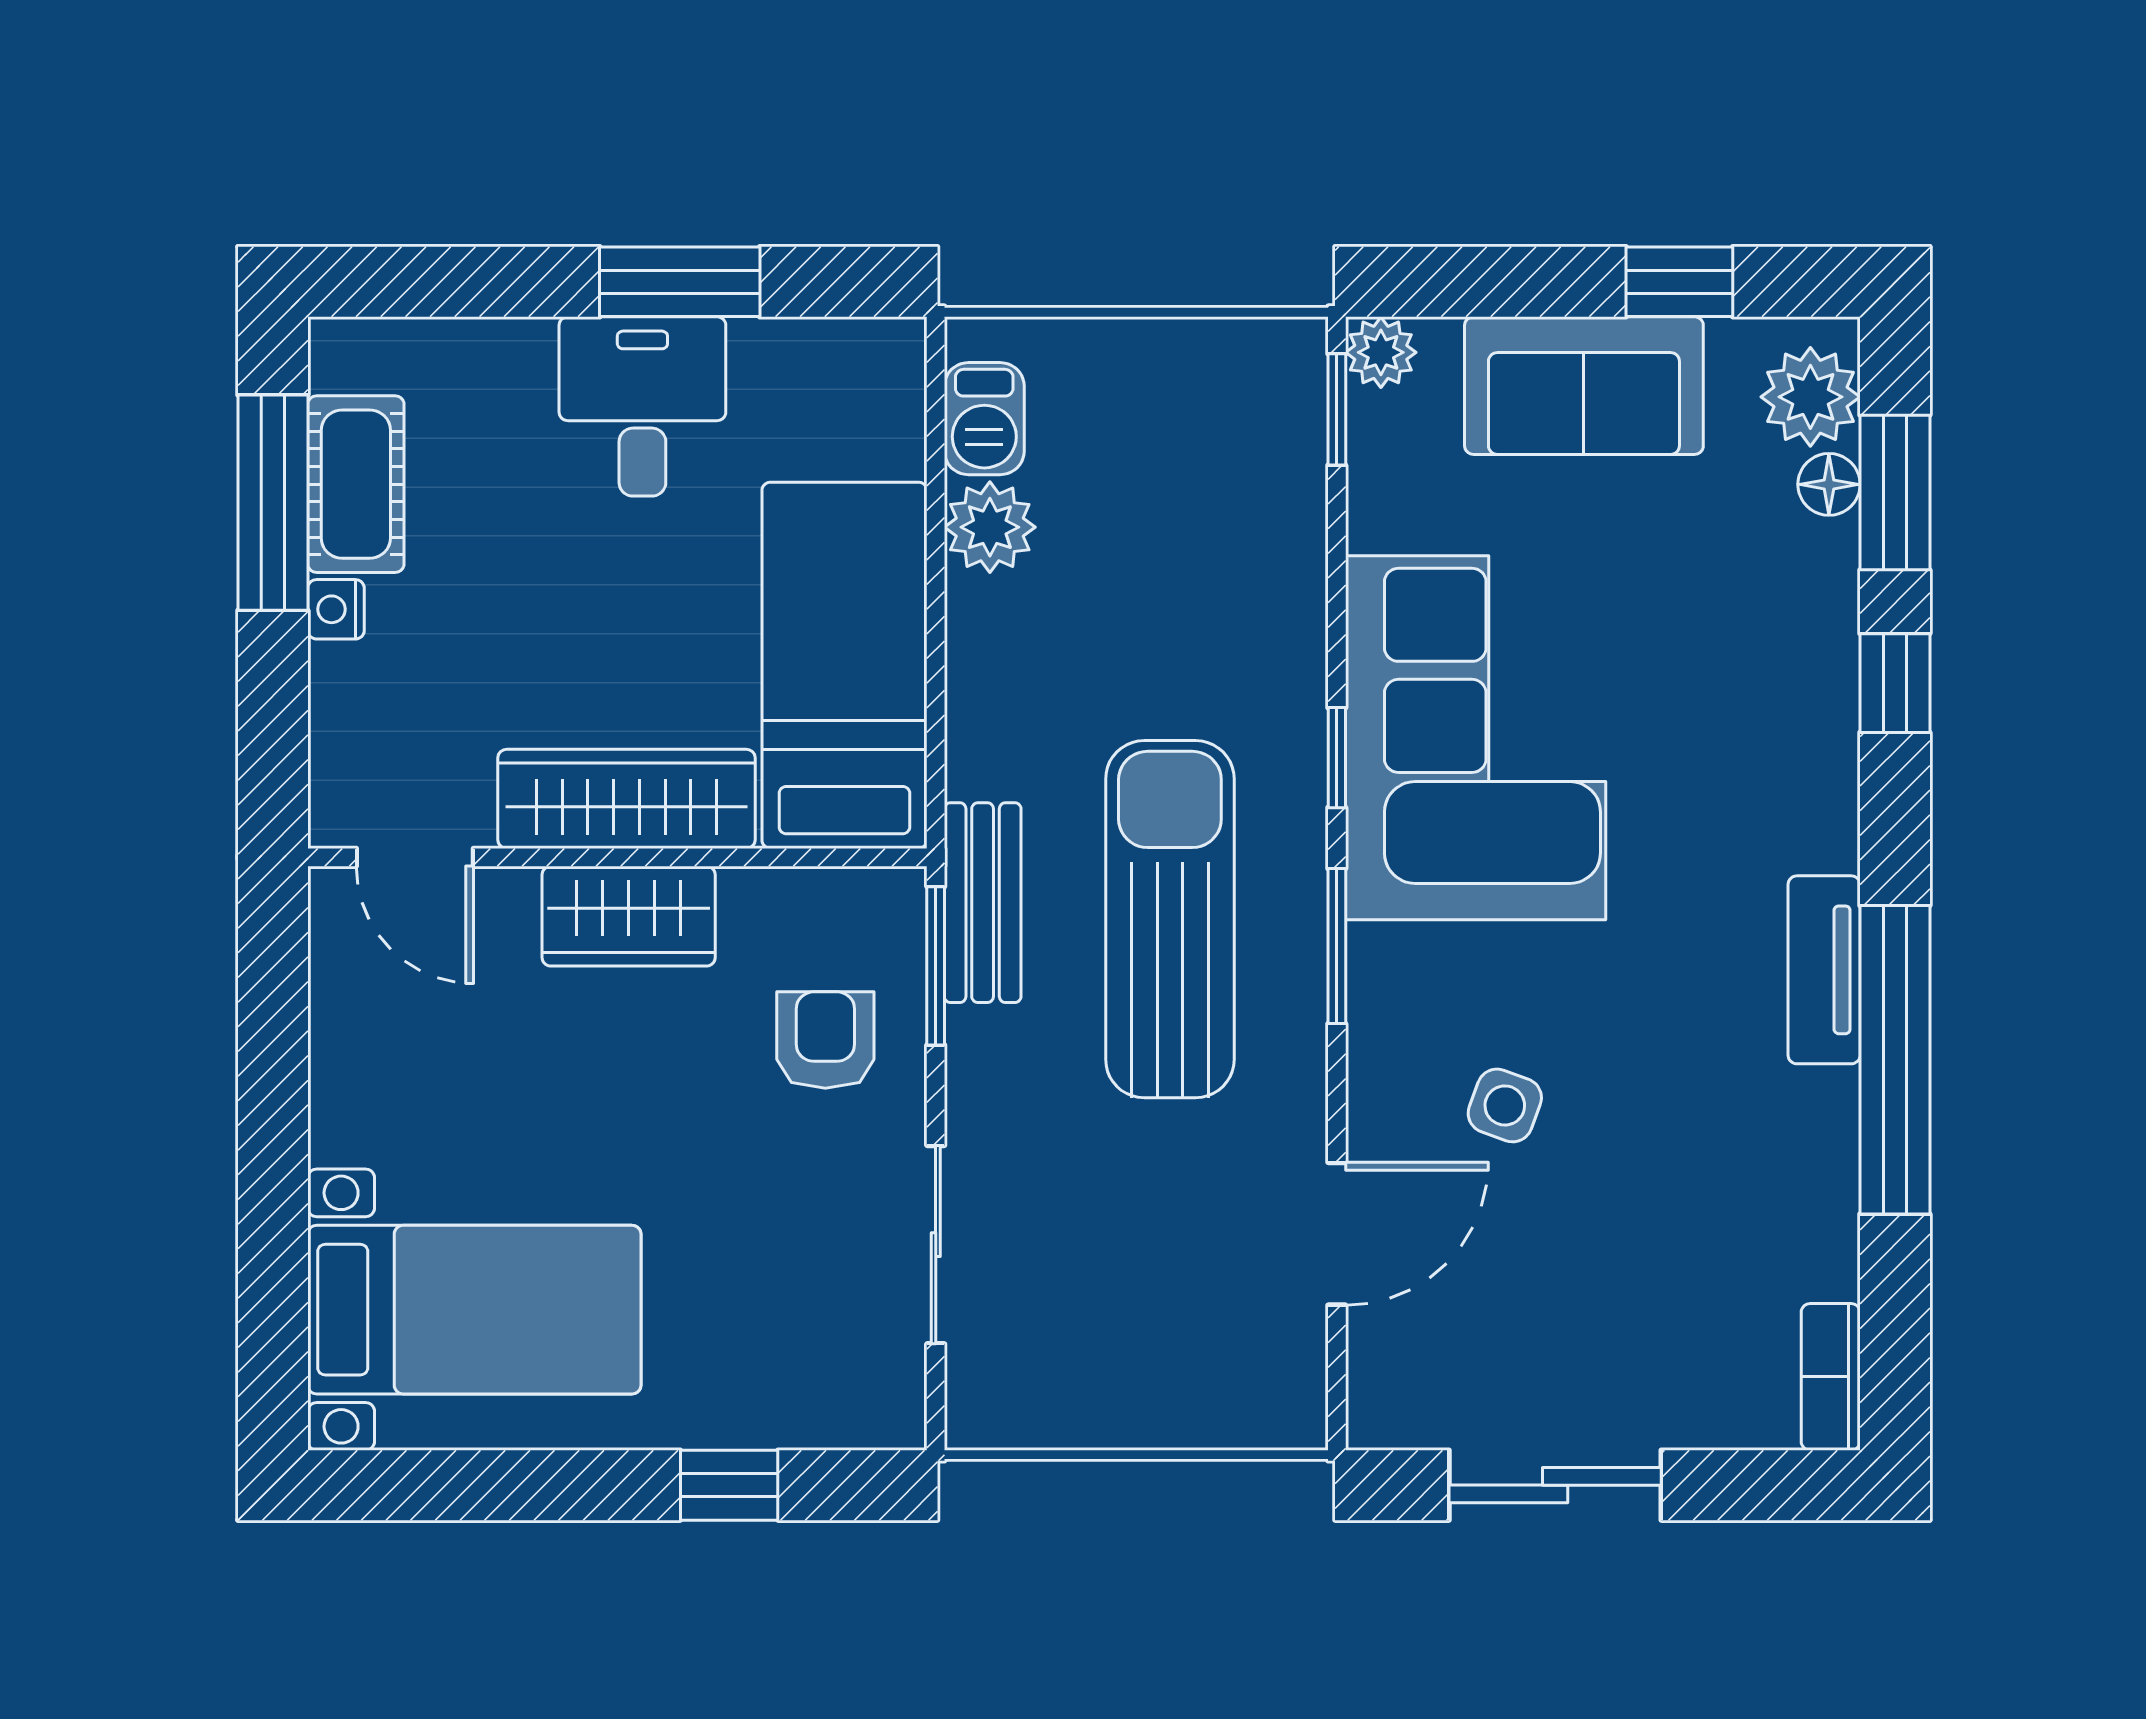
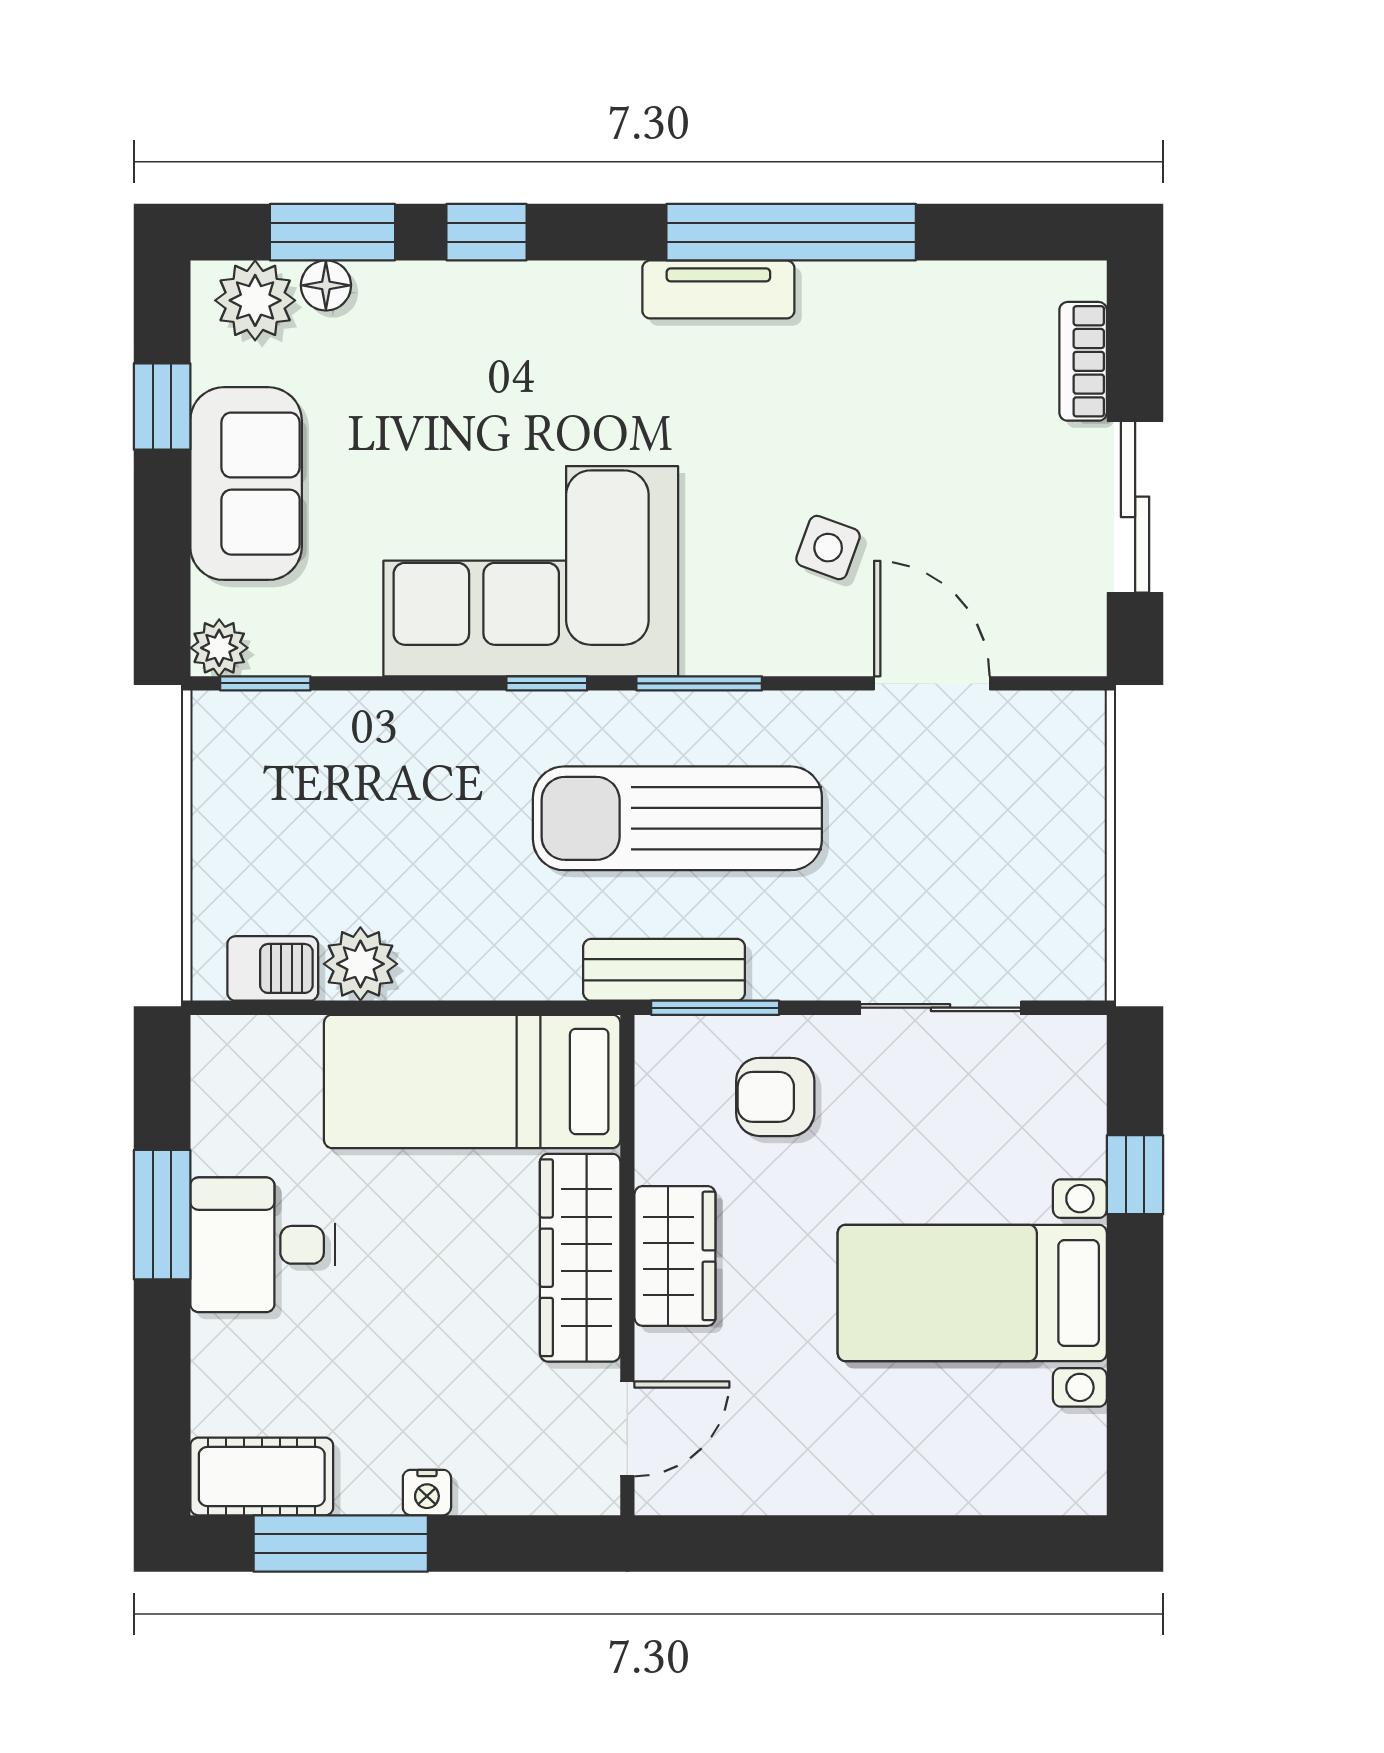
cot: (356, 484) -> (262, 1476), moved
bed with nightstands: (474, 1310) -> (972, 1293), moved, turned -90
bookcase: (1831, 1377) -> (1083, 361), moved, turned 90

